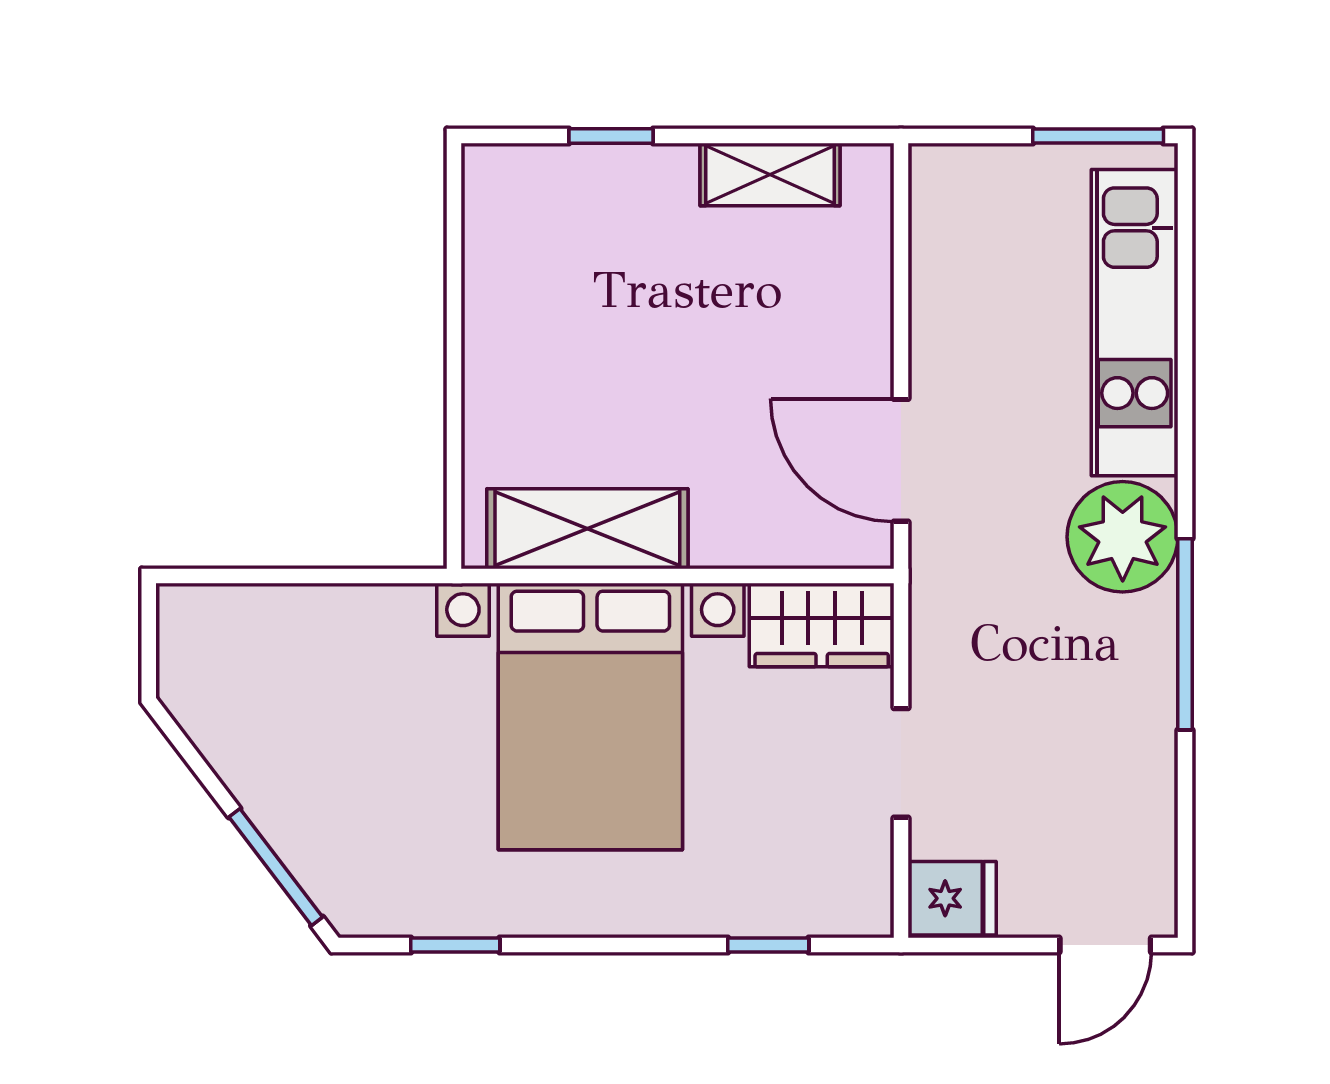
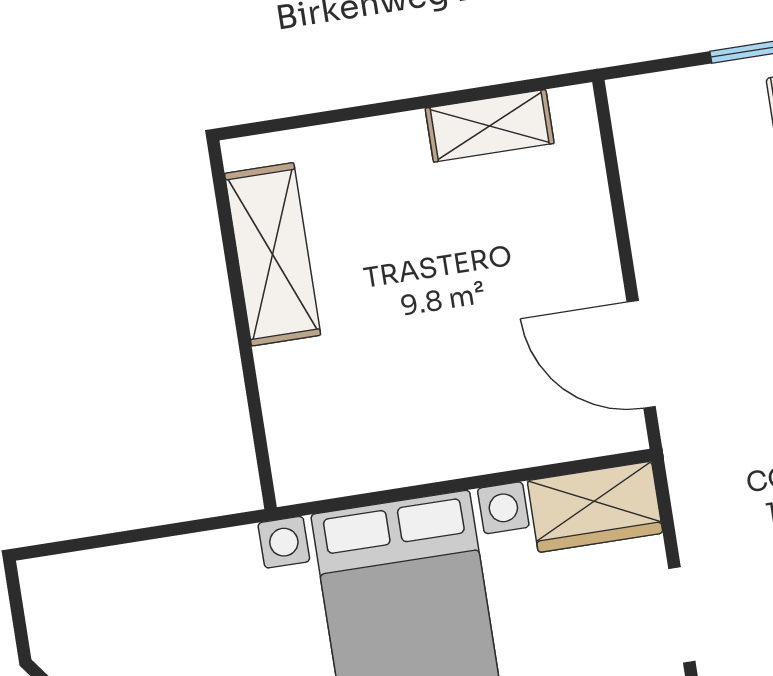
window: (611, 136) -> (348, 114), removed
shelving: (587, 529) -> (273, 254), moved, turned 90

